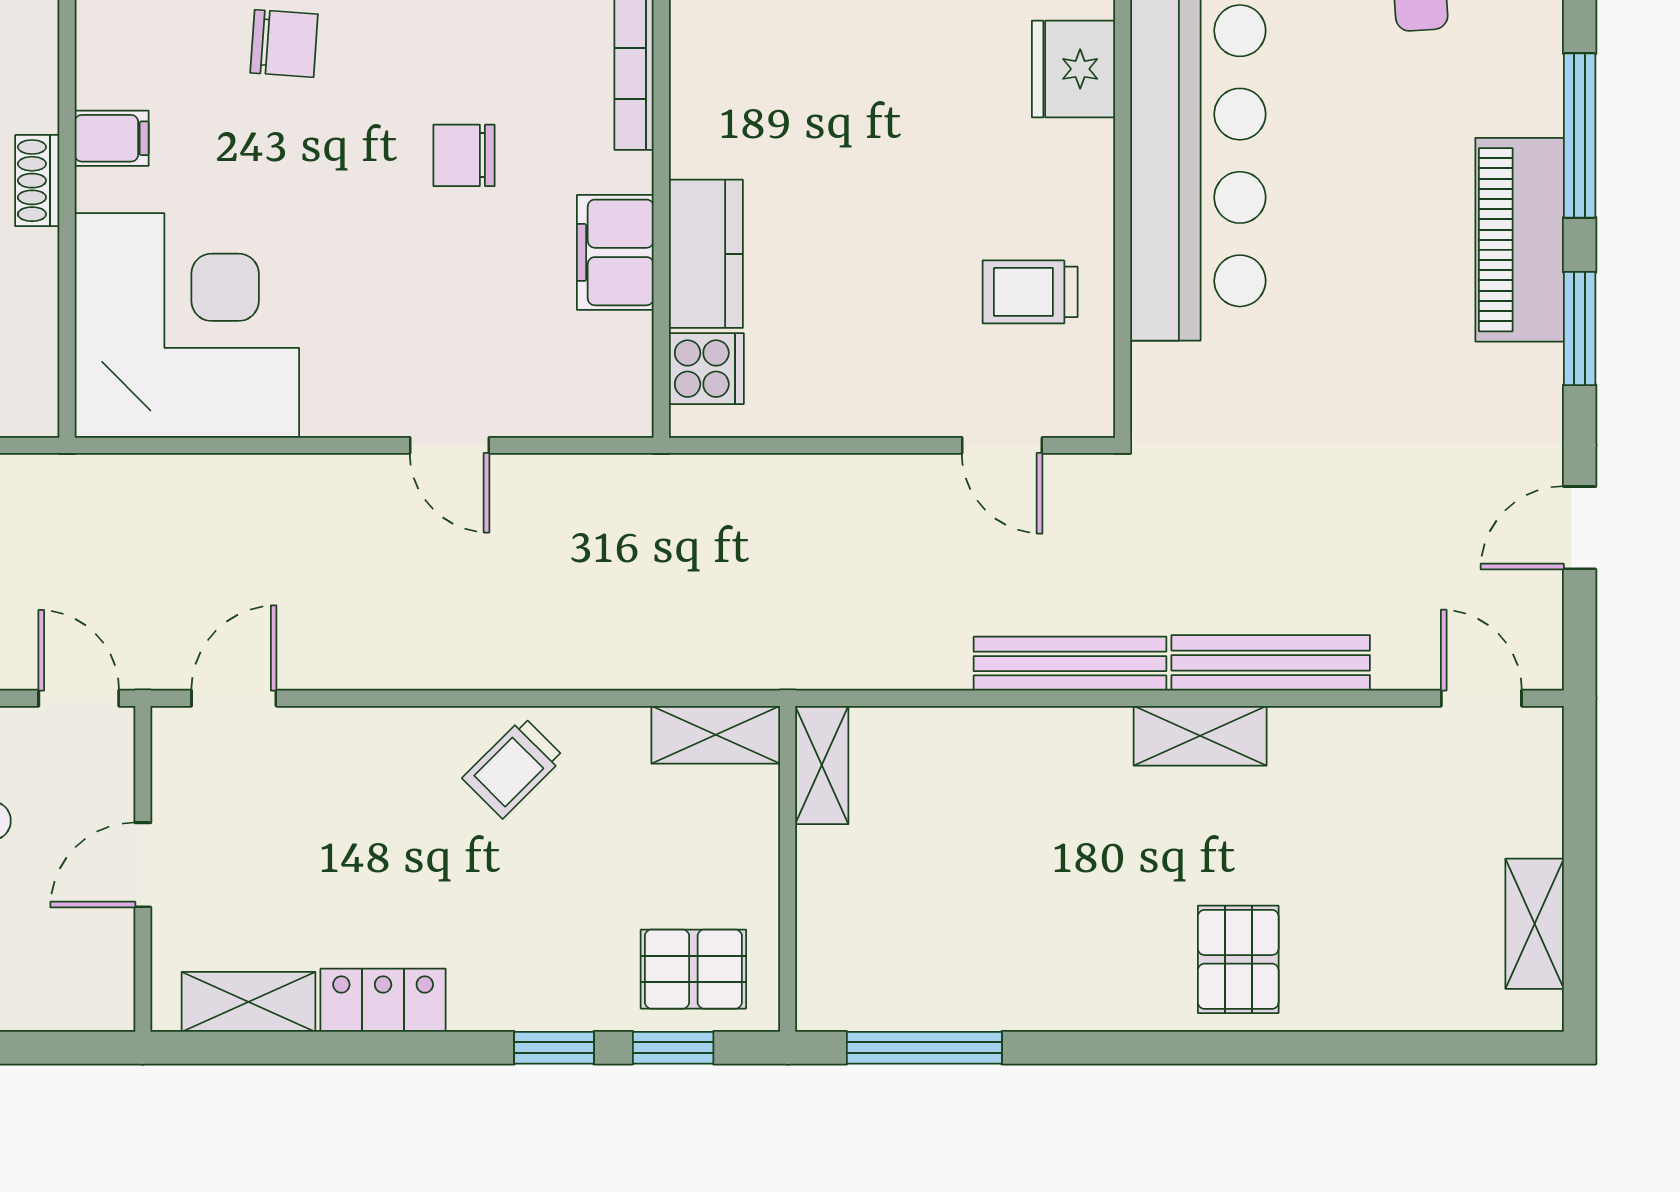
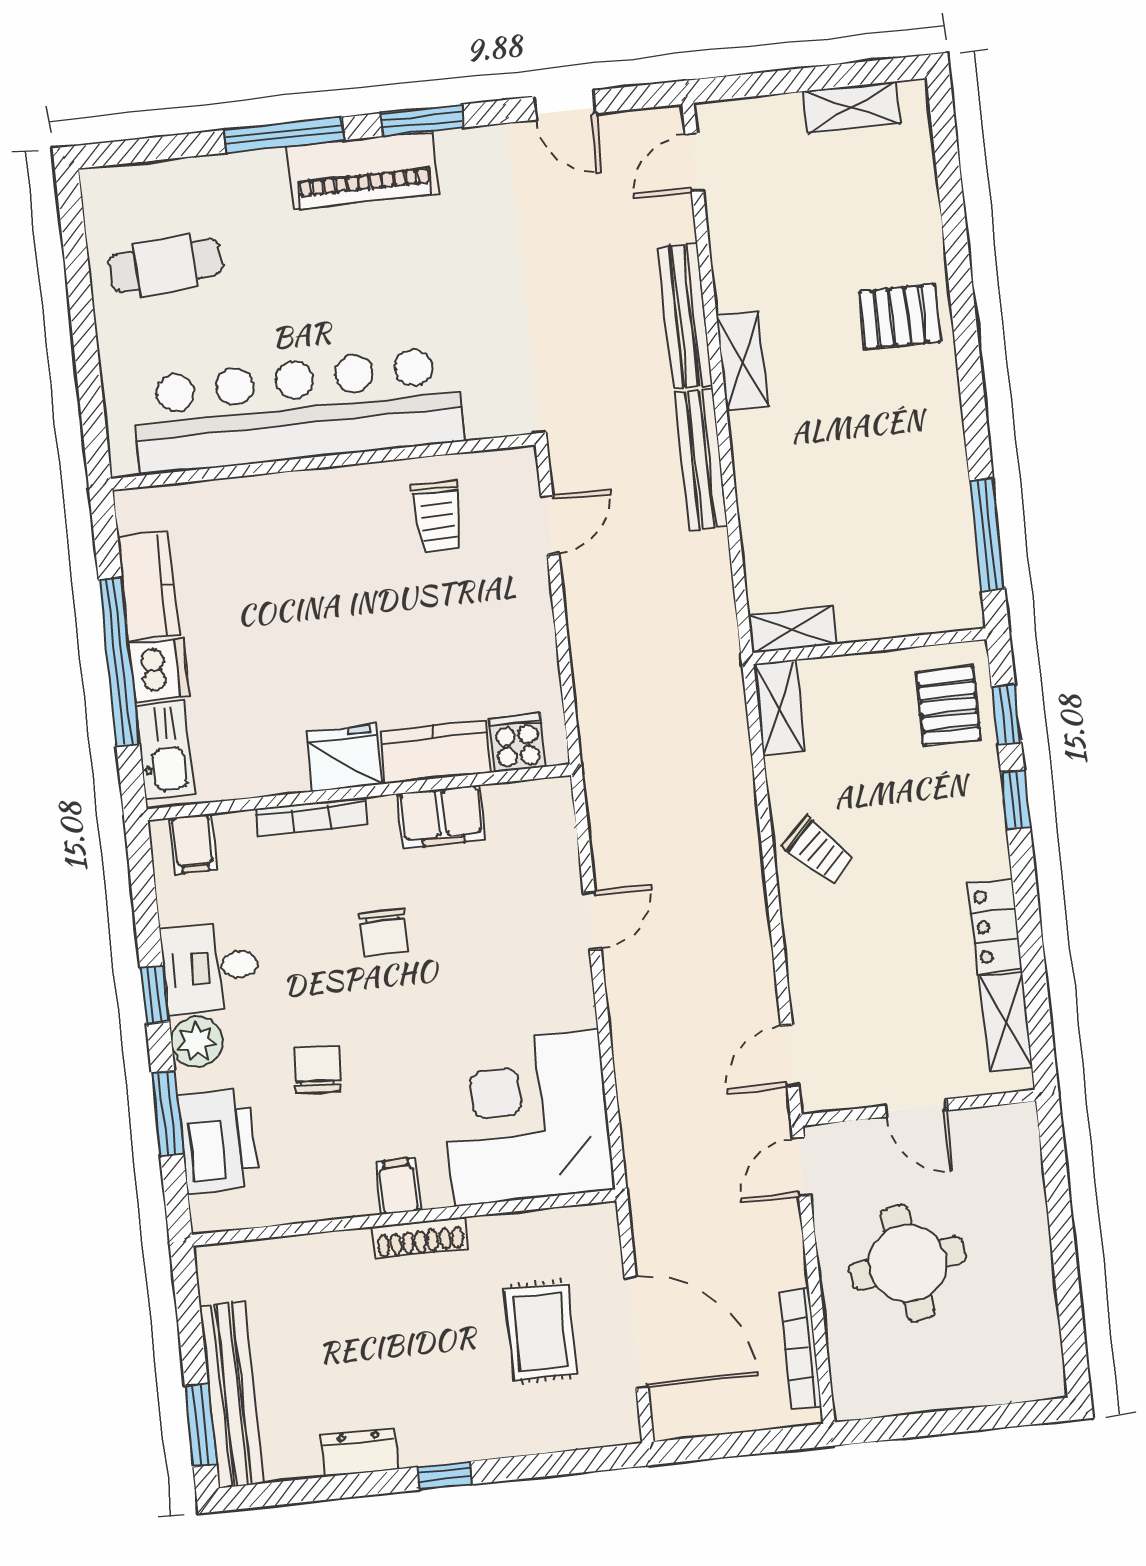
fridge: (1073, 69) -> (344, 758), moved, turned 180
shoe rack: (37, 181) -> (420, 1238), width x1.43
door: (234, 698) -> (790, 1056), hinge flipped

